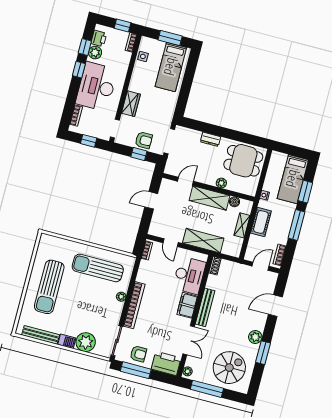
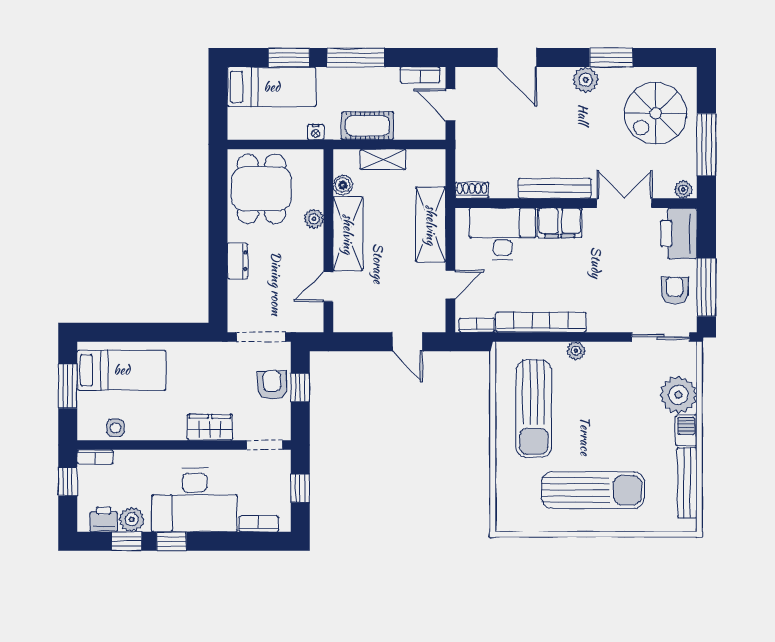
door: (186, 181) -> (328, 287), hinge flipped
door: (151, 200) -> (407, 342), moved
bookcase: (134, 305) -> (541, 322), moved
spiral stairs: (229, 368) -> (656, 113), turned -90

